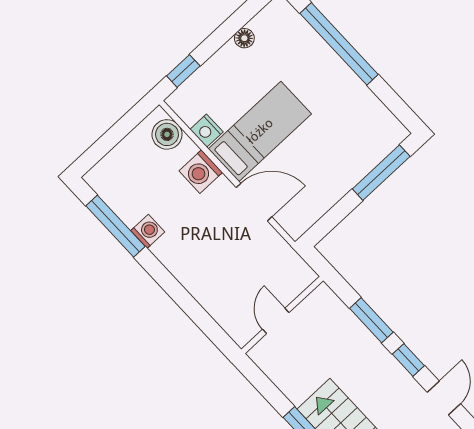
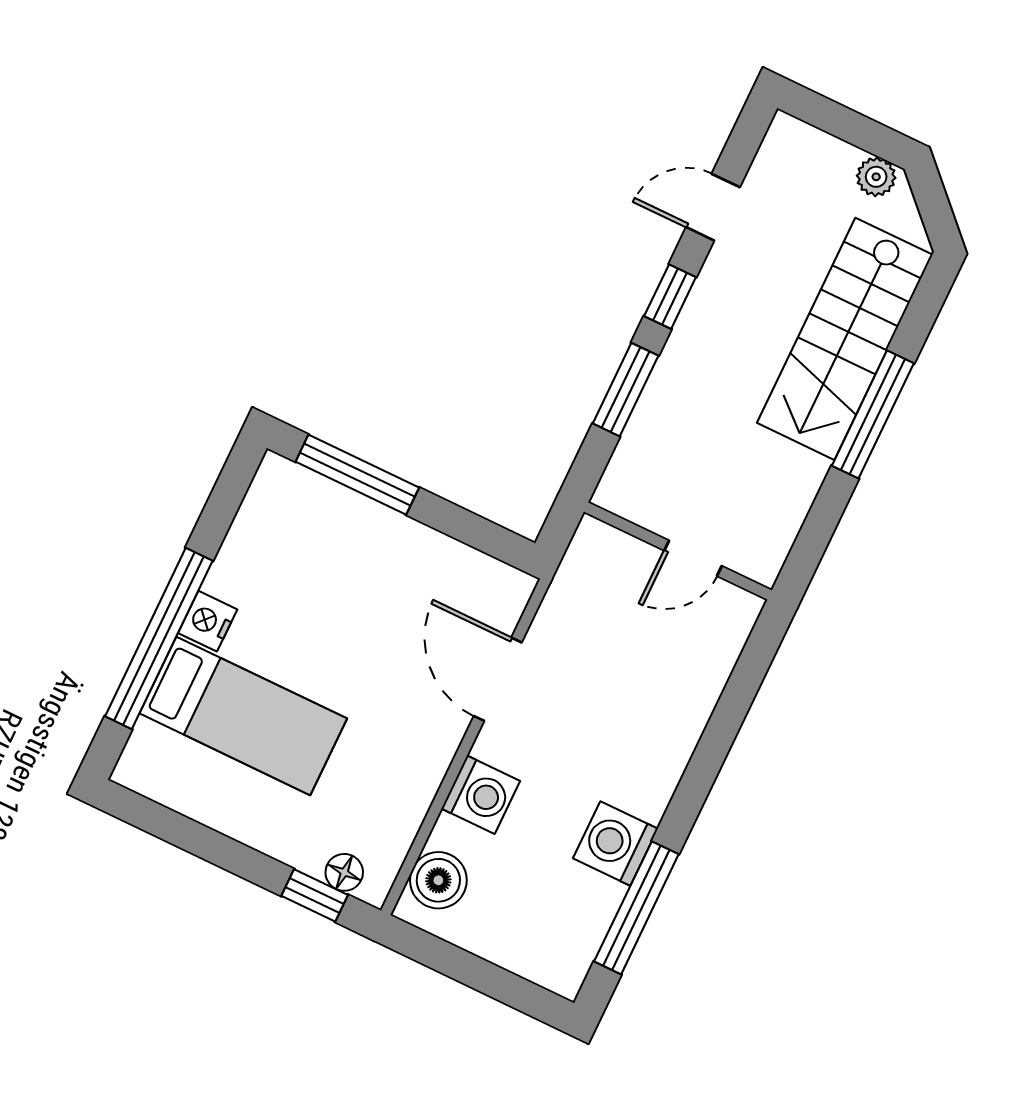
floor lamp: (244, 38) -> (344, 872), moved
nightstand: (207, 131) -> (208, 621), moved, turned 180
bed: (260, 131) -> (243, 716), moved, turned 180
washing machine: (148, 231) -> (615, 844), width x1.38, depth x1.38

